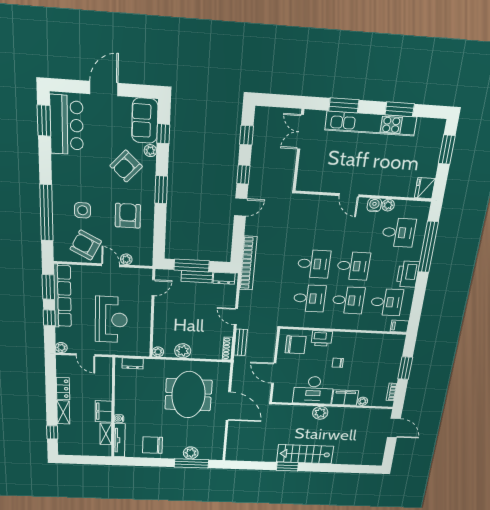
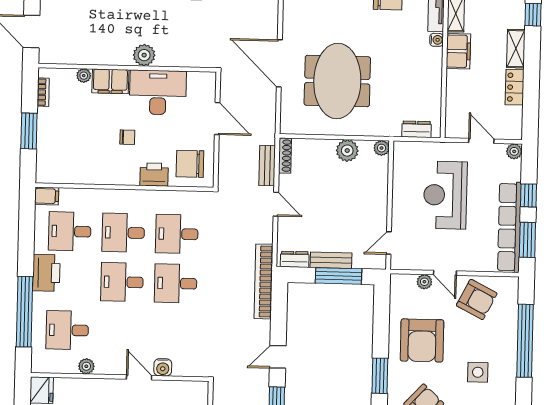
water cooler: (374, 205) -> (163, 367), moved
side table: (83, 210) -> (478, 372), moved
armchair: (128, 216) -> (422, 340), width x1.36, depth x1.36

